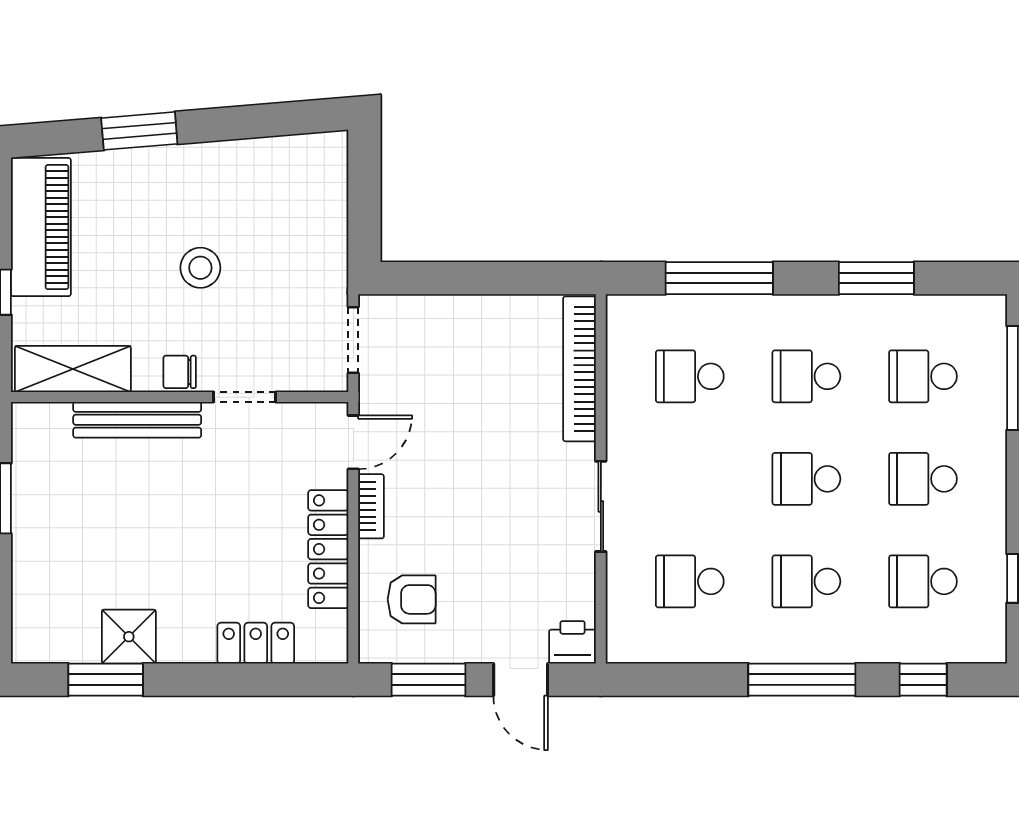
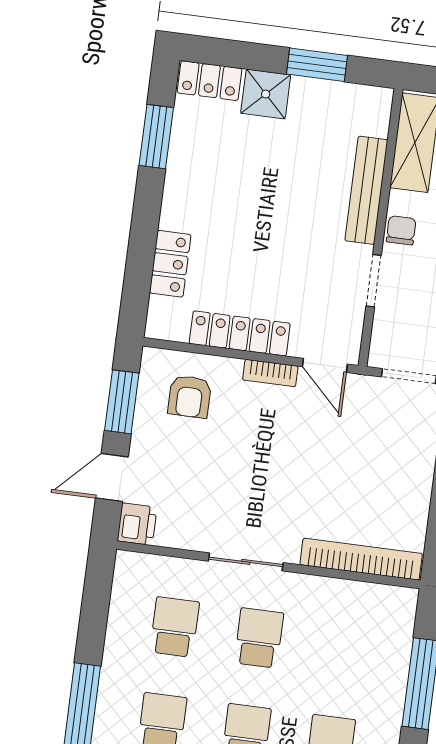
school desk: (690, 376) -> (259, 638), moved
locker: (31, 625) -> (209, 81), added
shower: (129, 637) -> (266, 94), moved

